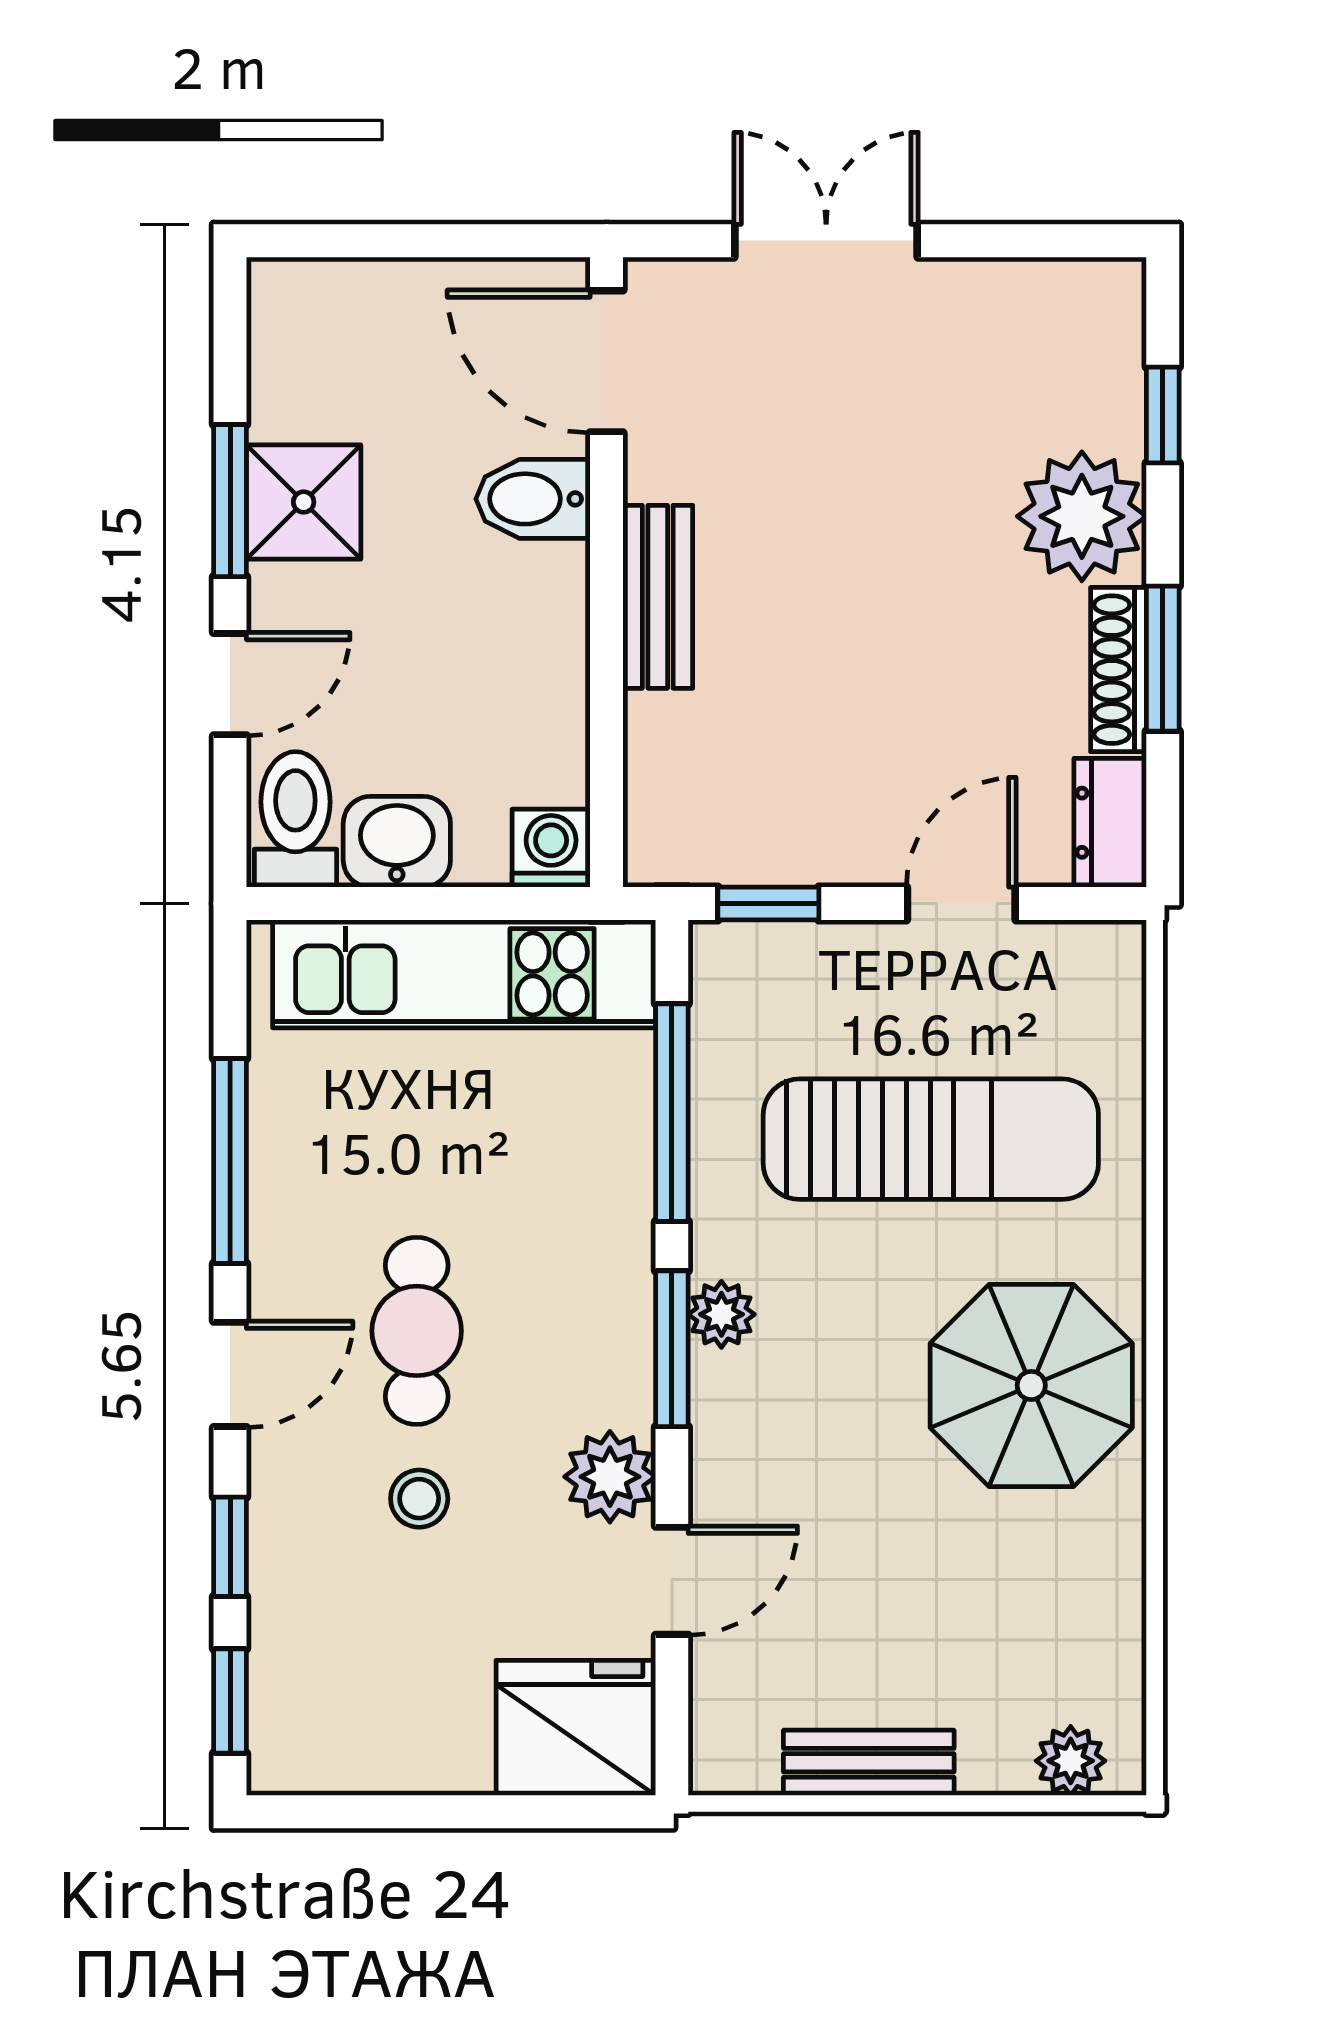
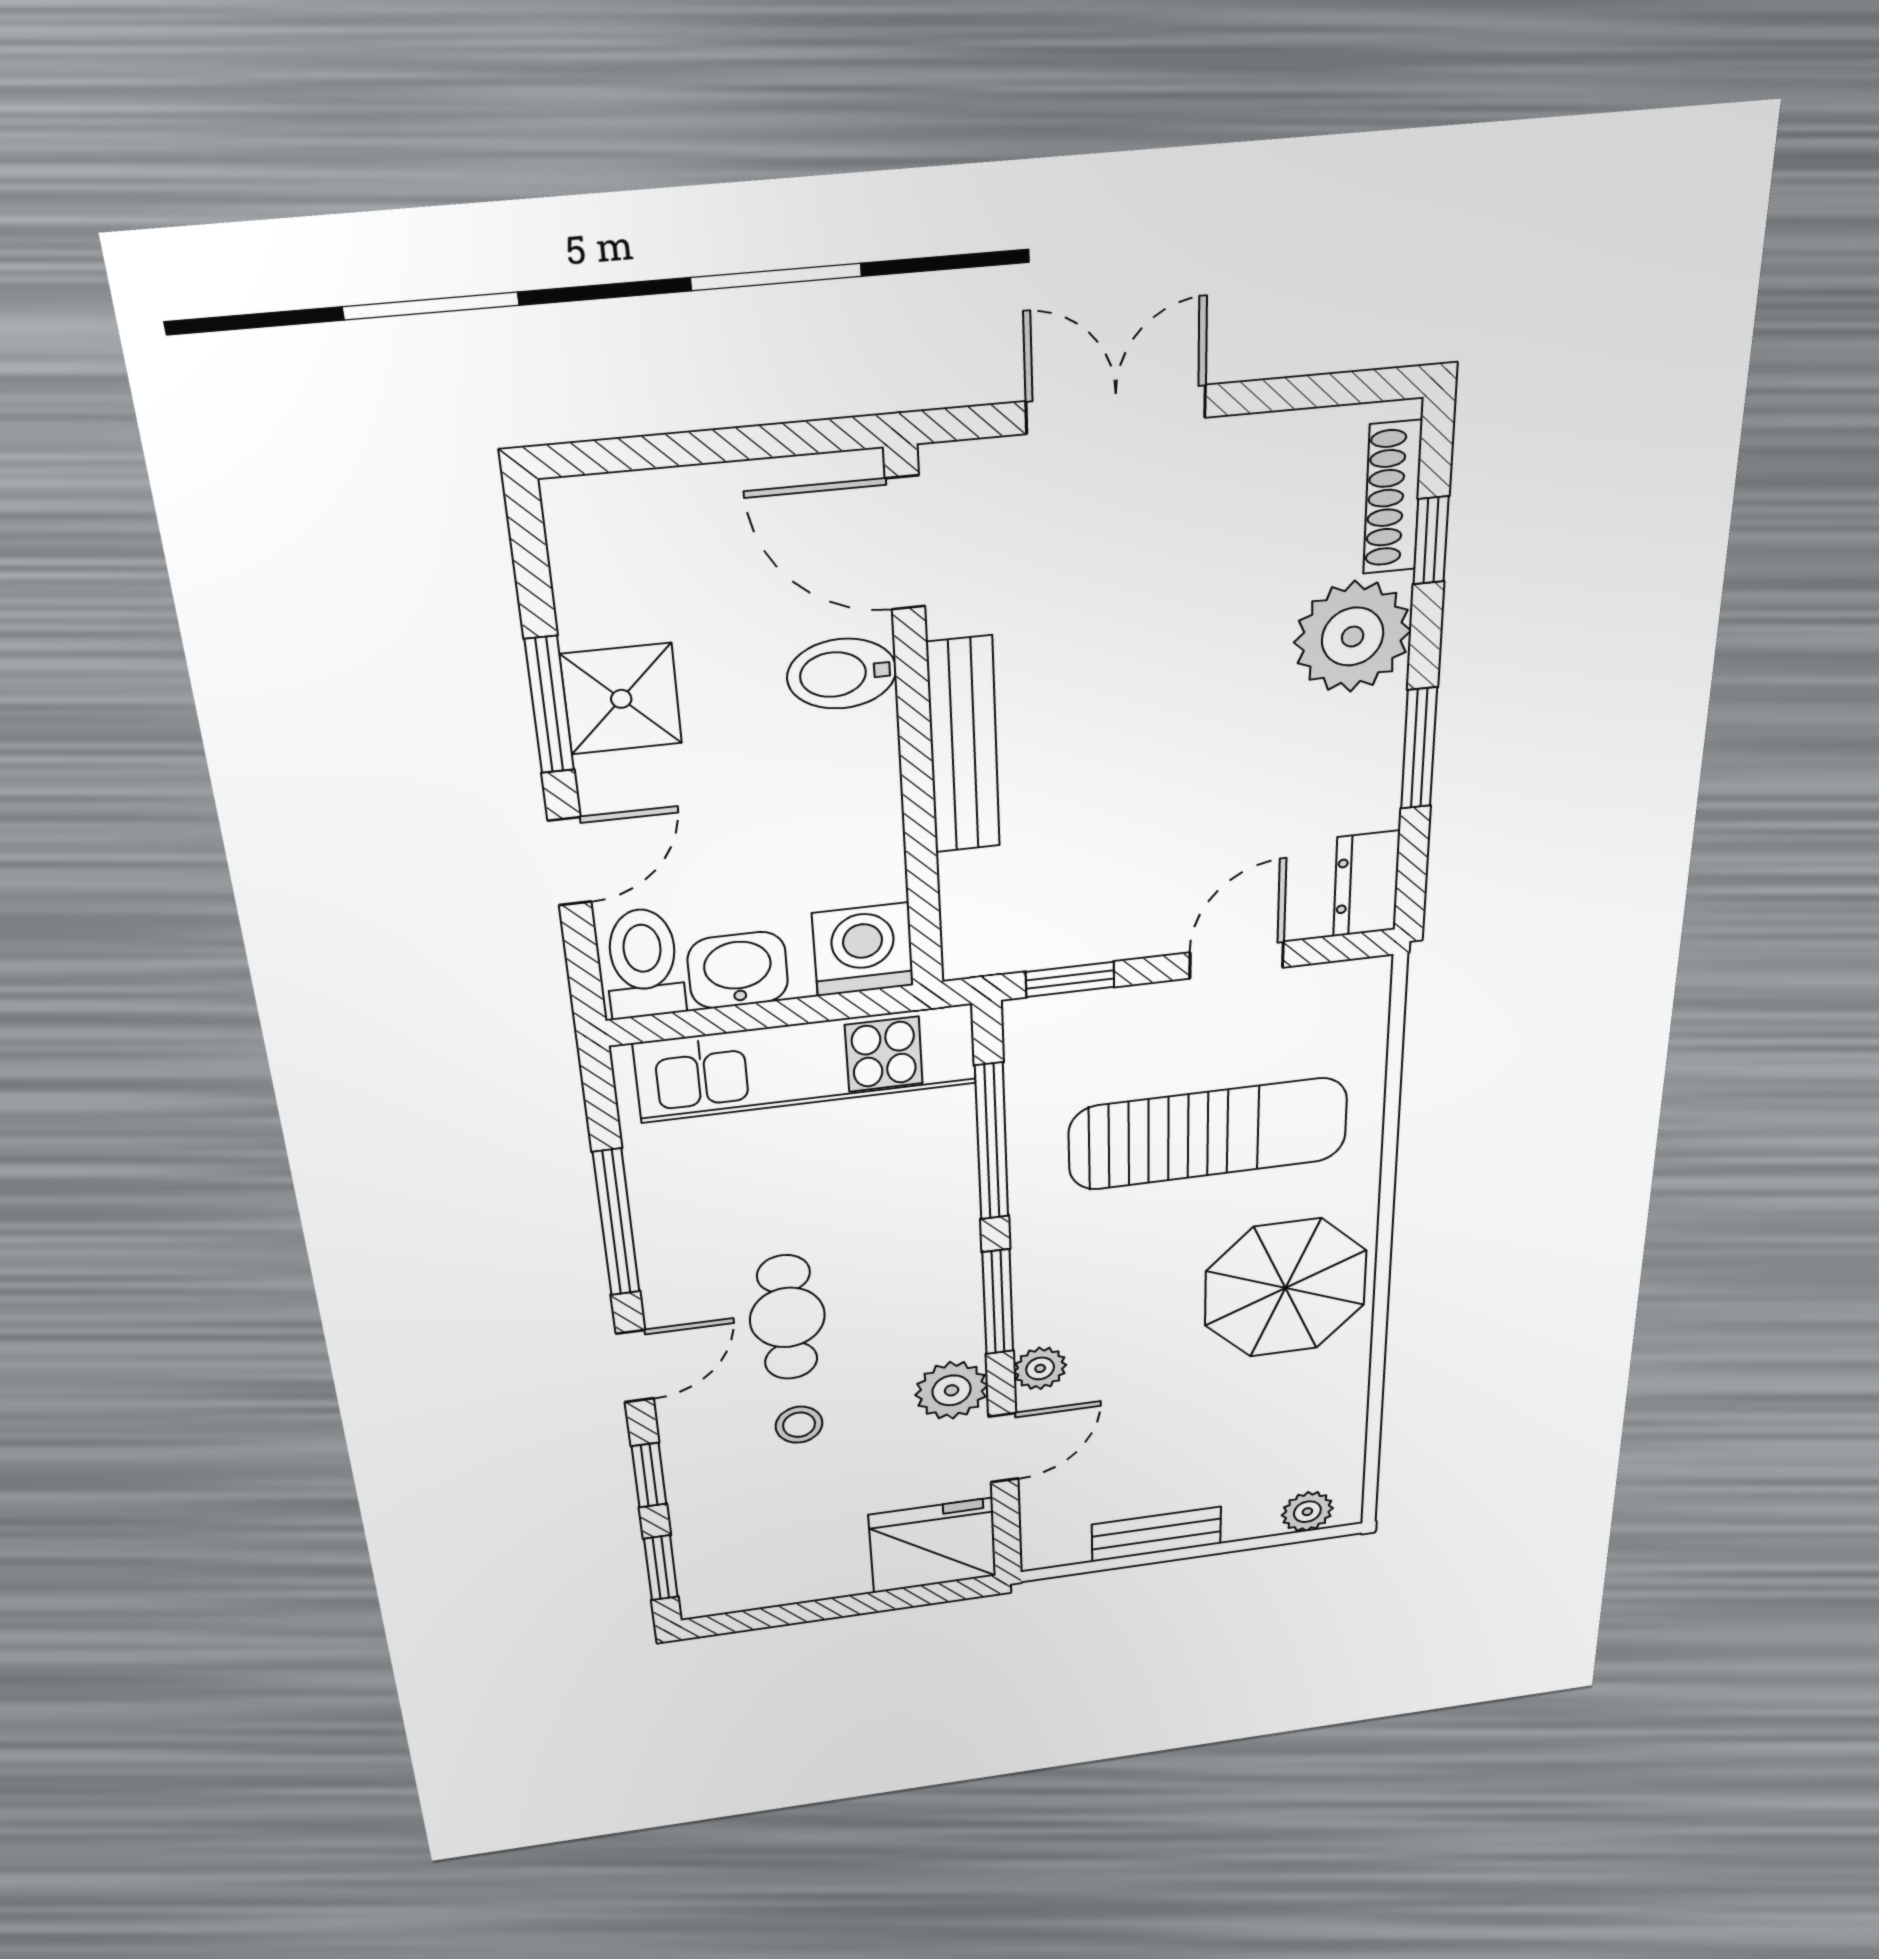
bench: (658, 597) -> (964, 746), width x1.36
shoe rack: (1119, 670) -> (1393, 497), moved
washing machine: (551, 848) -> (863, 949), width x1.38, depth x1.38
plant: (721, 1314) -> (1040, 1368), moved

